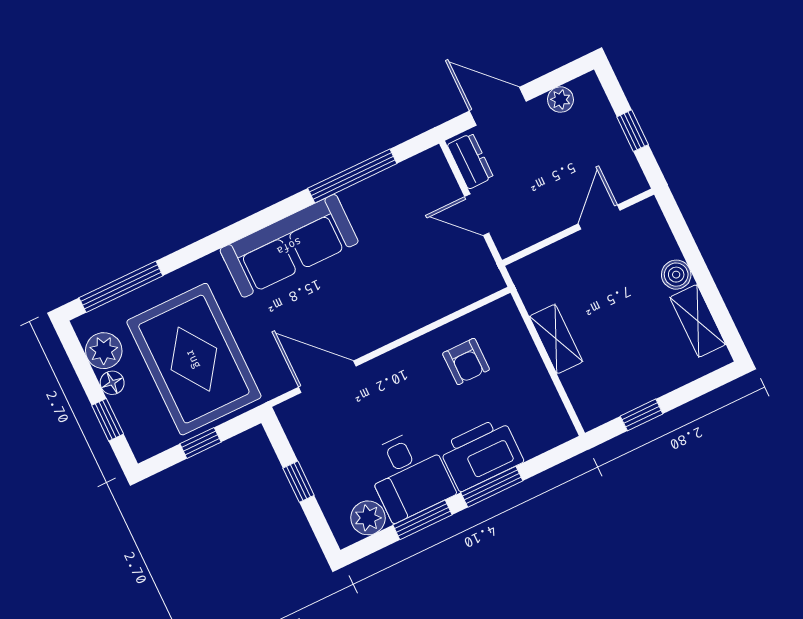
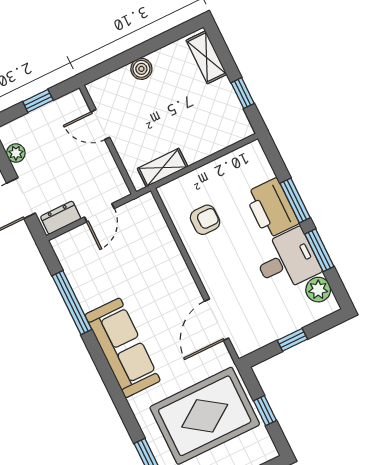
shelving: (698, 321) -> (206, 57), moved, turned 90
shelving: (556, 339) -> (163, 168), moved

